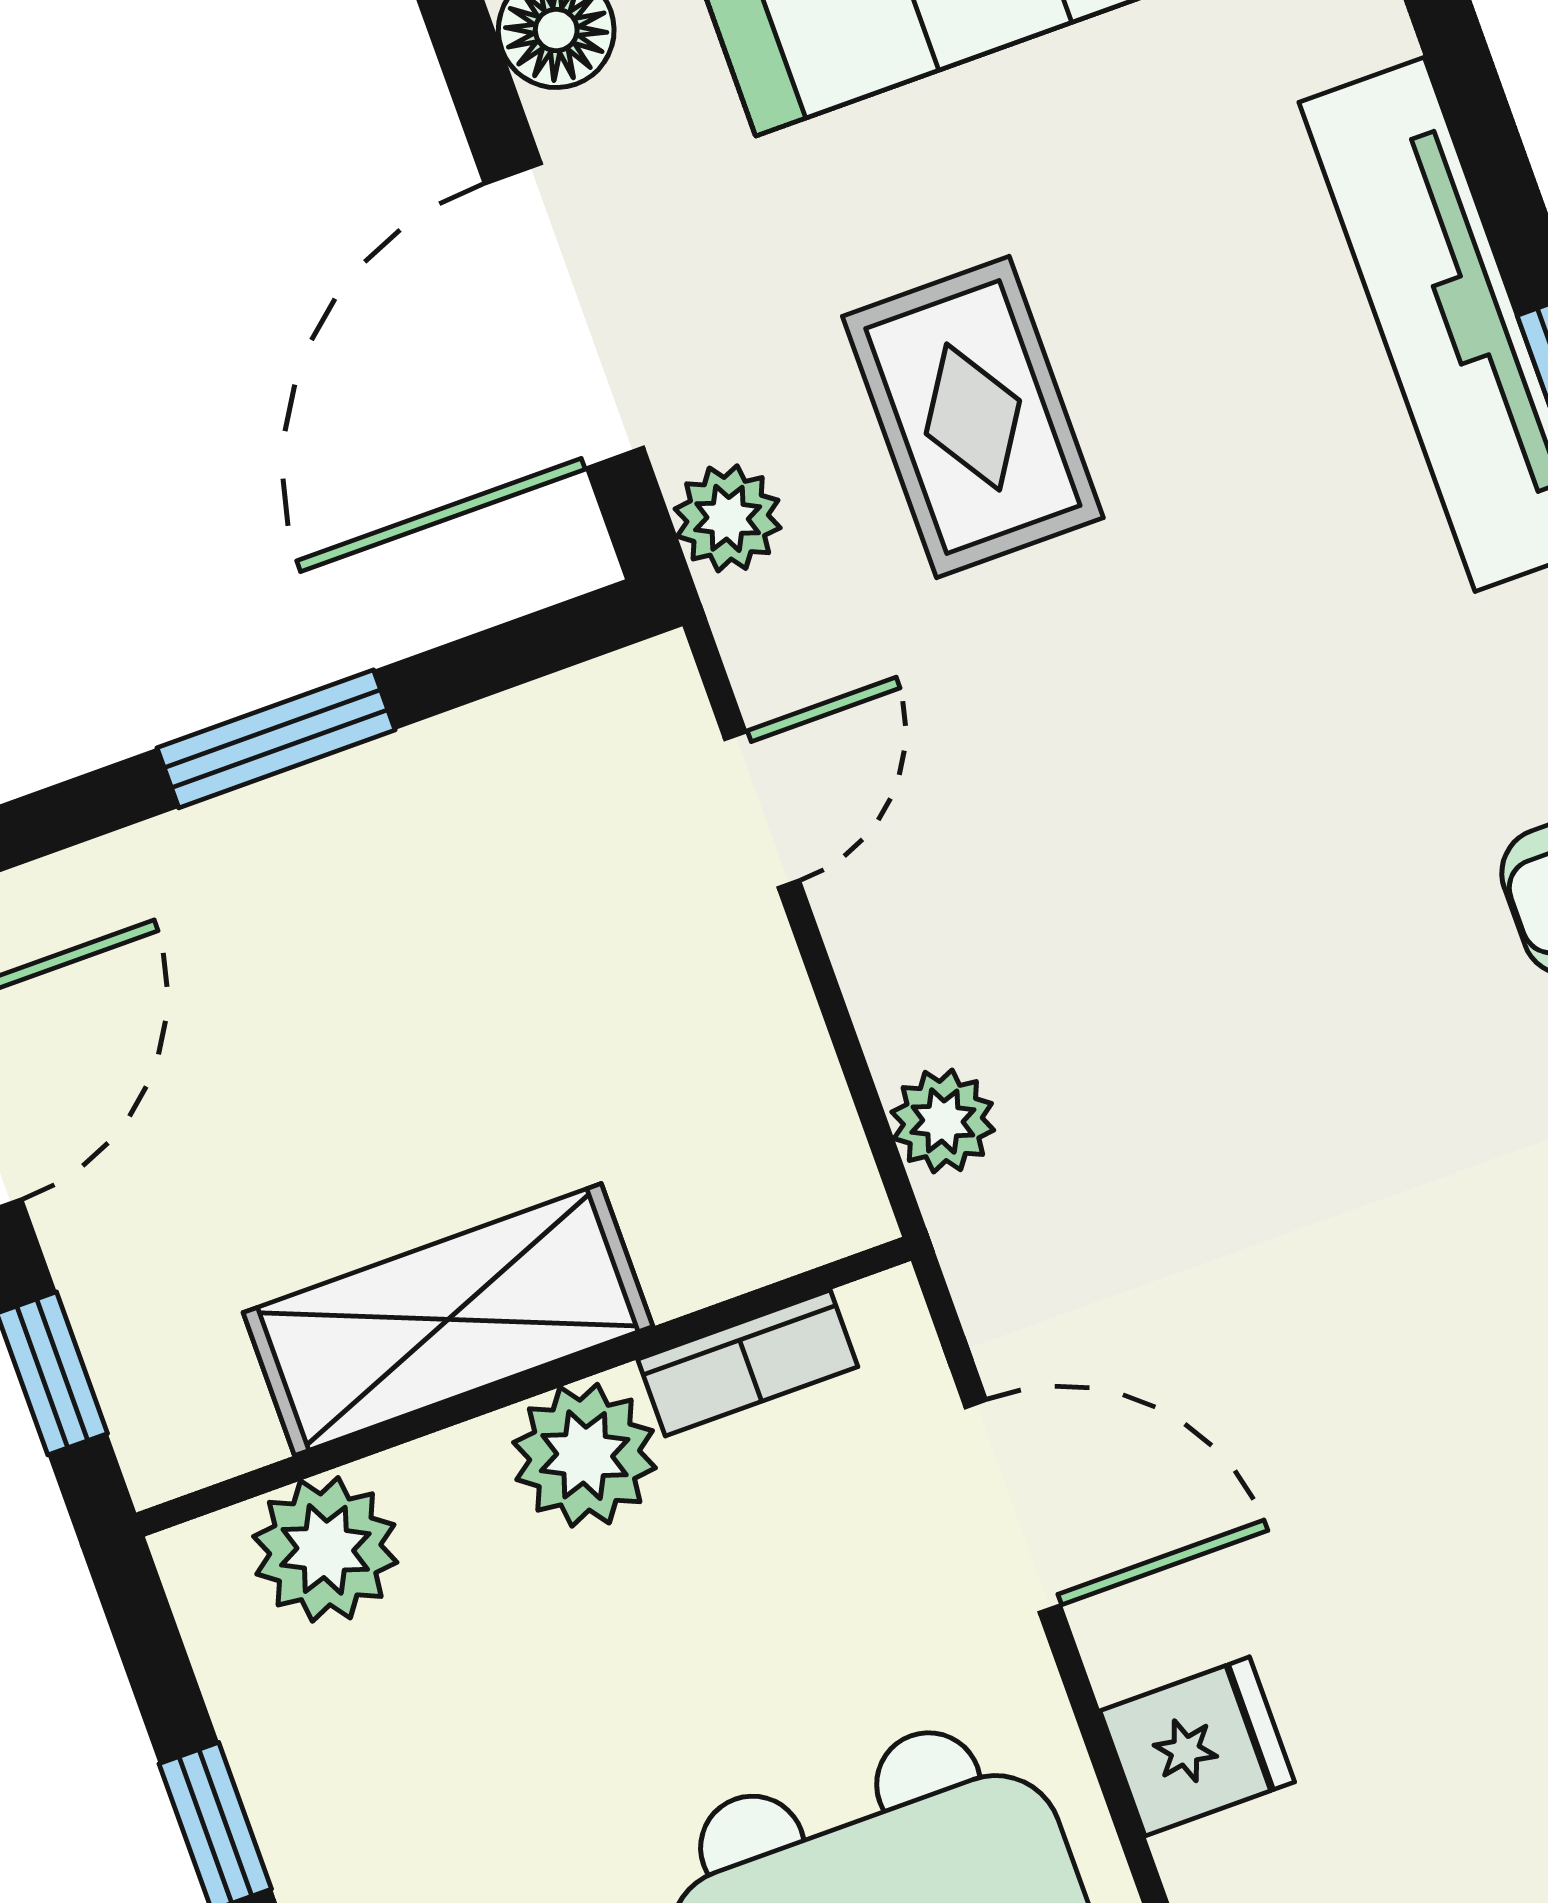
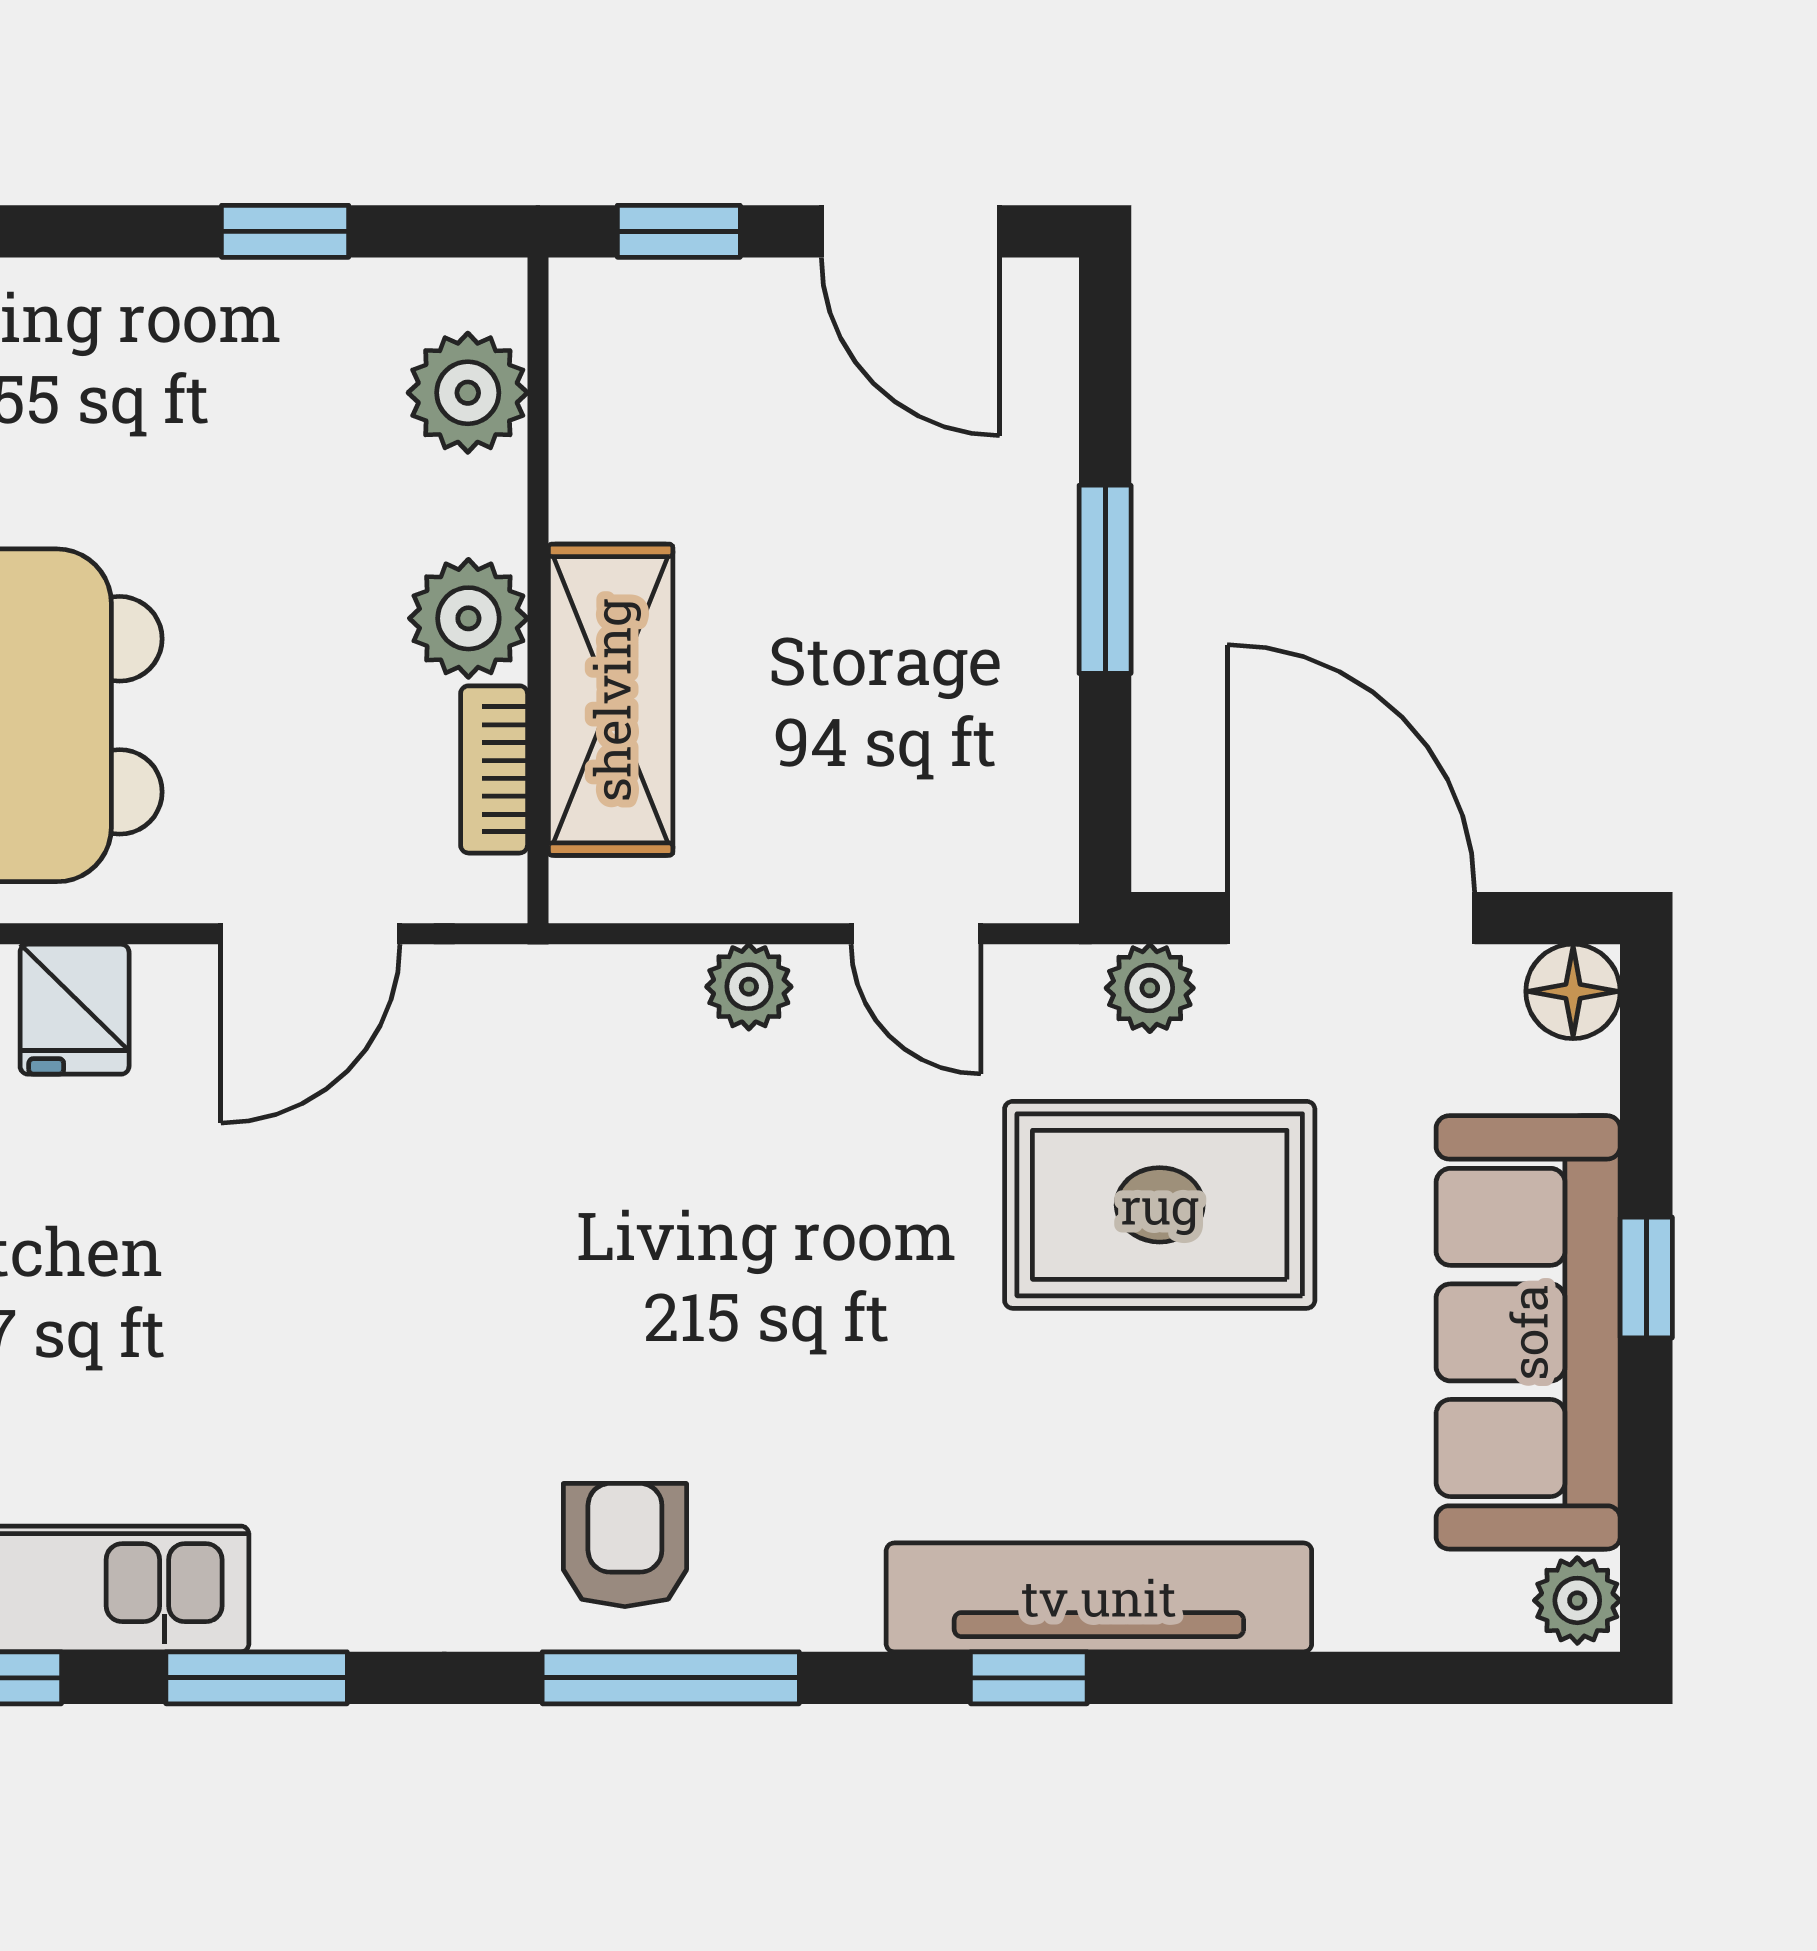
rug: (973, 417) -> (1160, 1205), width x1.36, depth x1.43
plant: (943, 1121) -> (749, 987), moved
shelving: (448, 1320) -> (611, 700), moved

